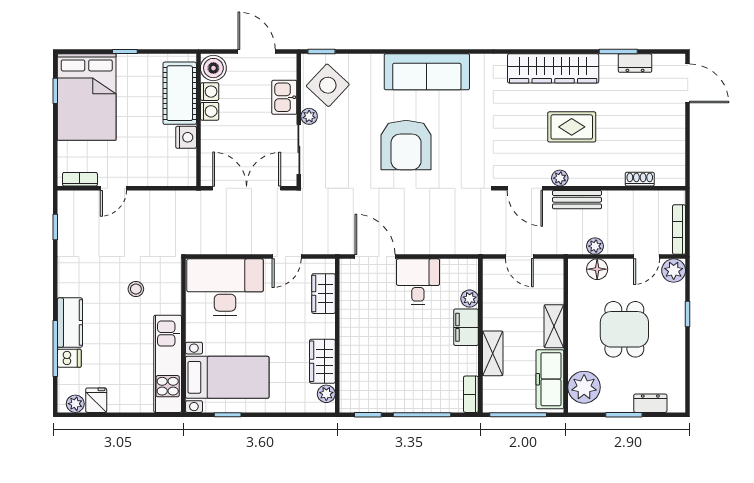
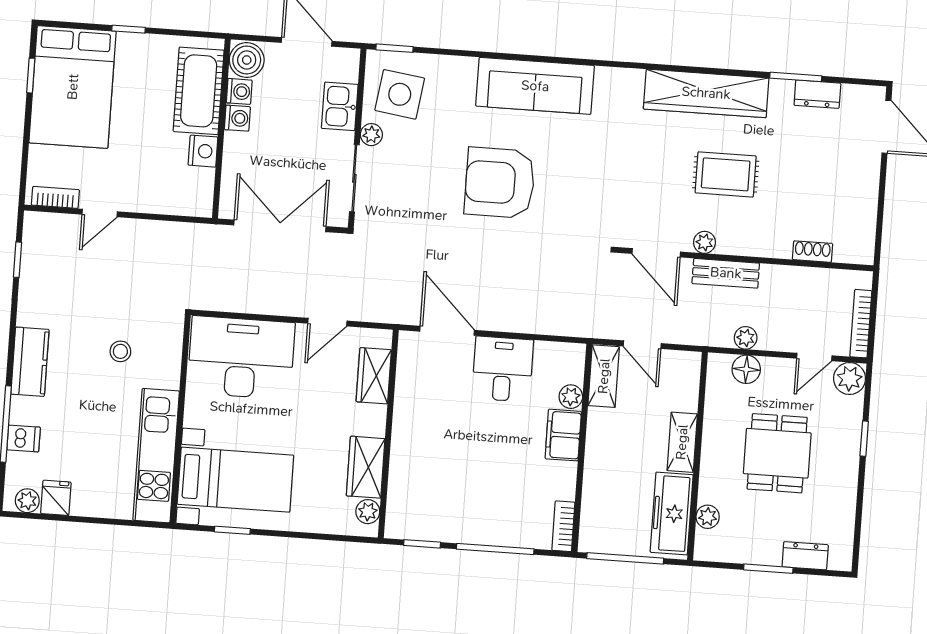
side table: (328, 85) -> (400, 94), turned -35
armchair: (406, 145) -> (500, 183), turned 90
kitchen counter: (70, 323) -> (30, 362), moved
shelving: (493, 353) -> (604, 376), moved
plant: (584, 387) -> (708, 517), width x0.53, depth x0.53

